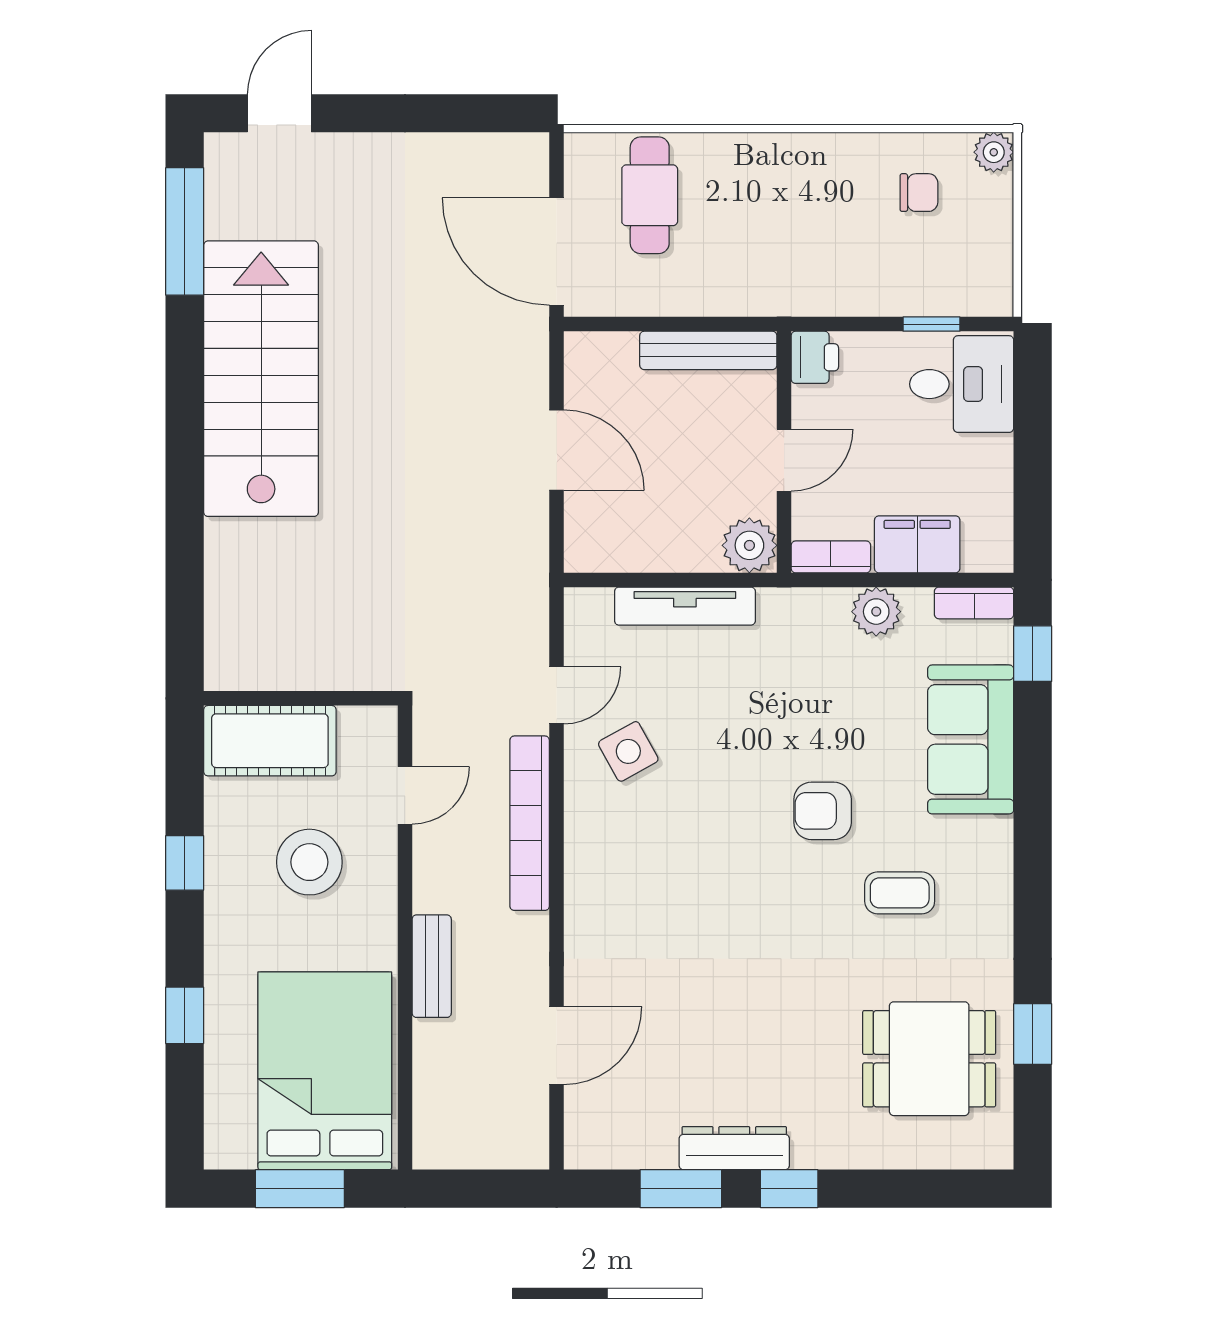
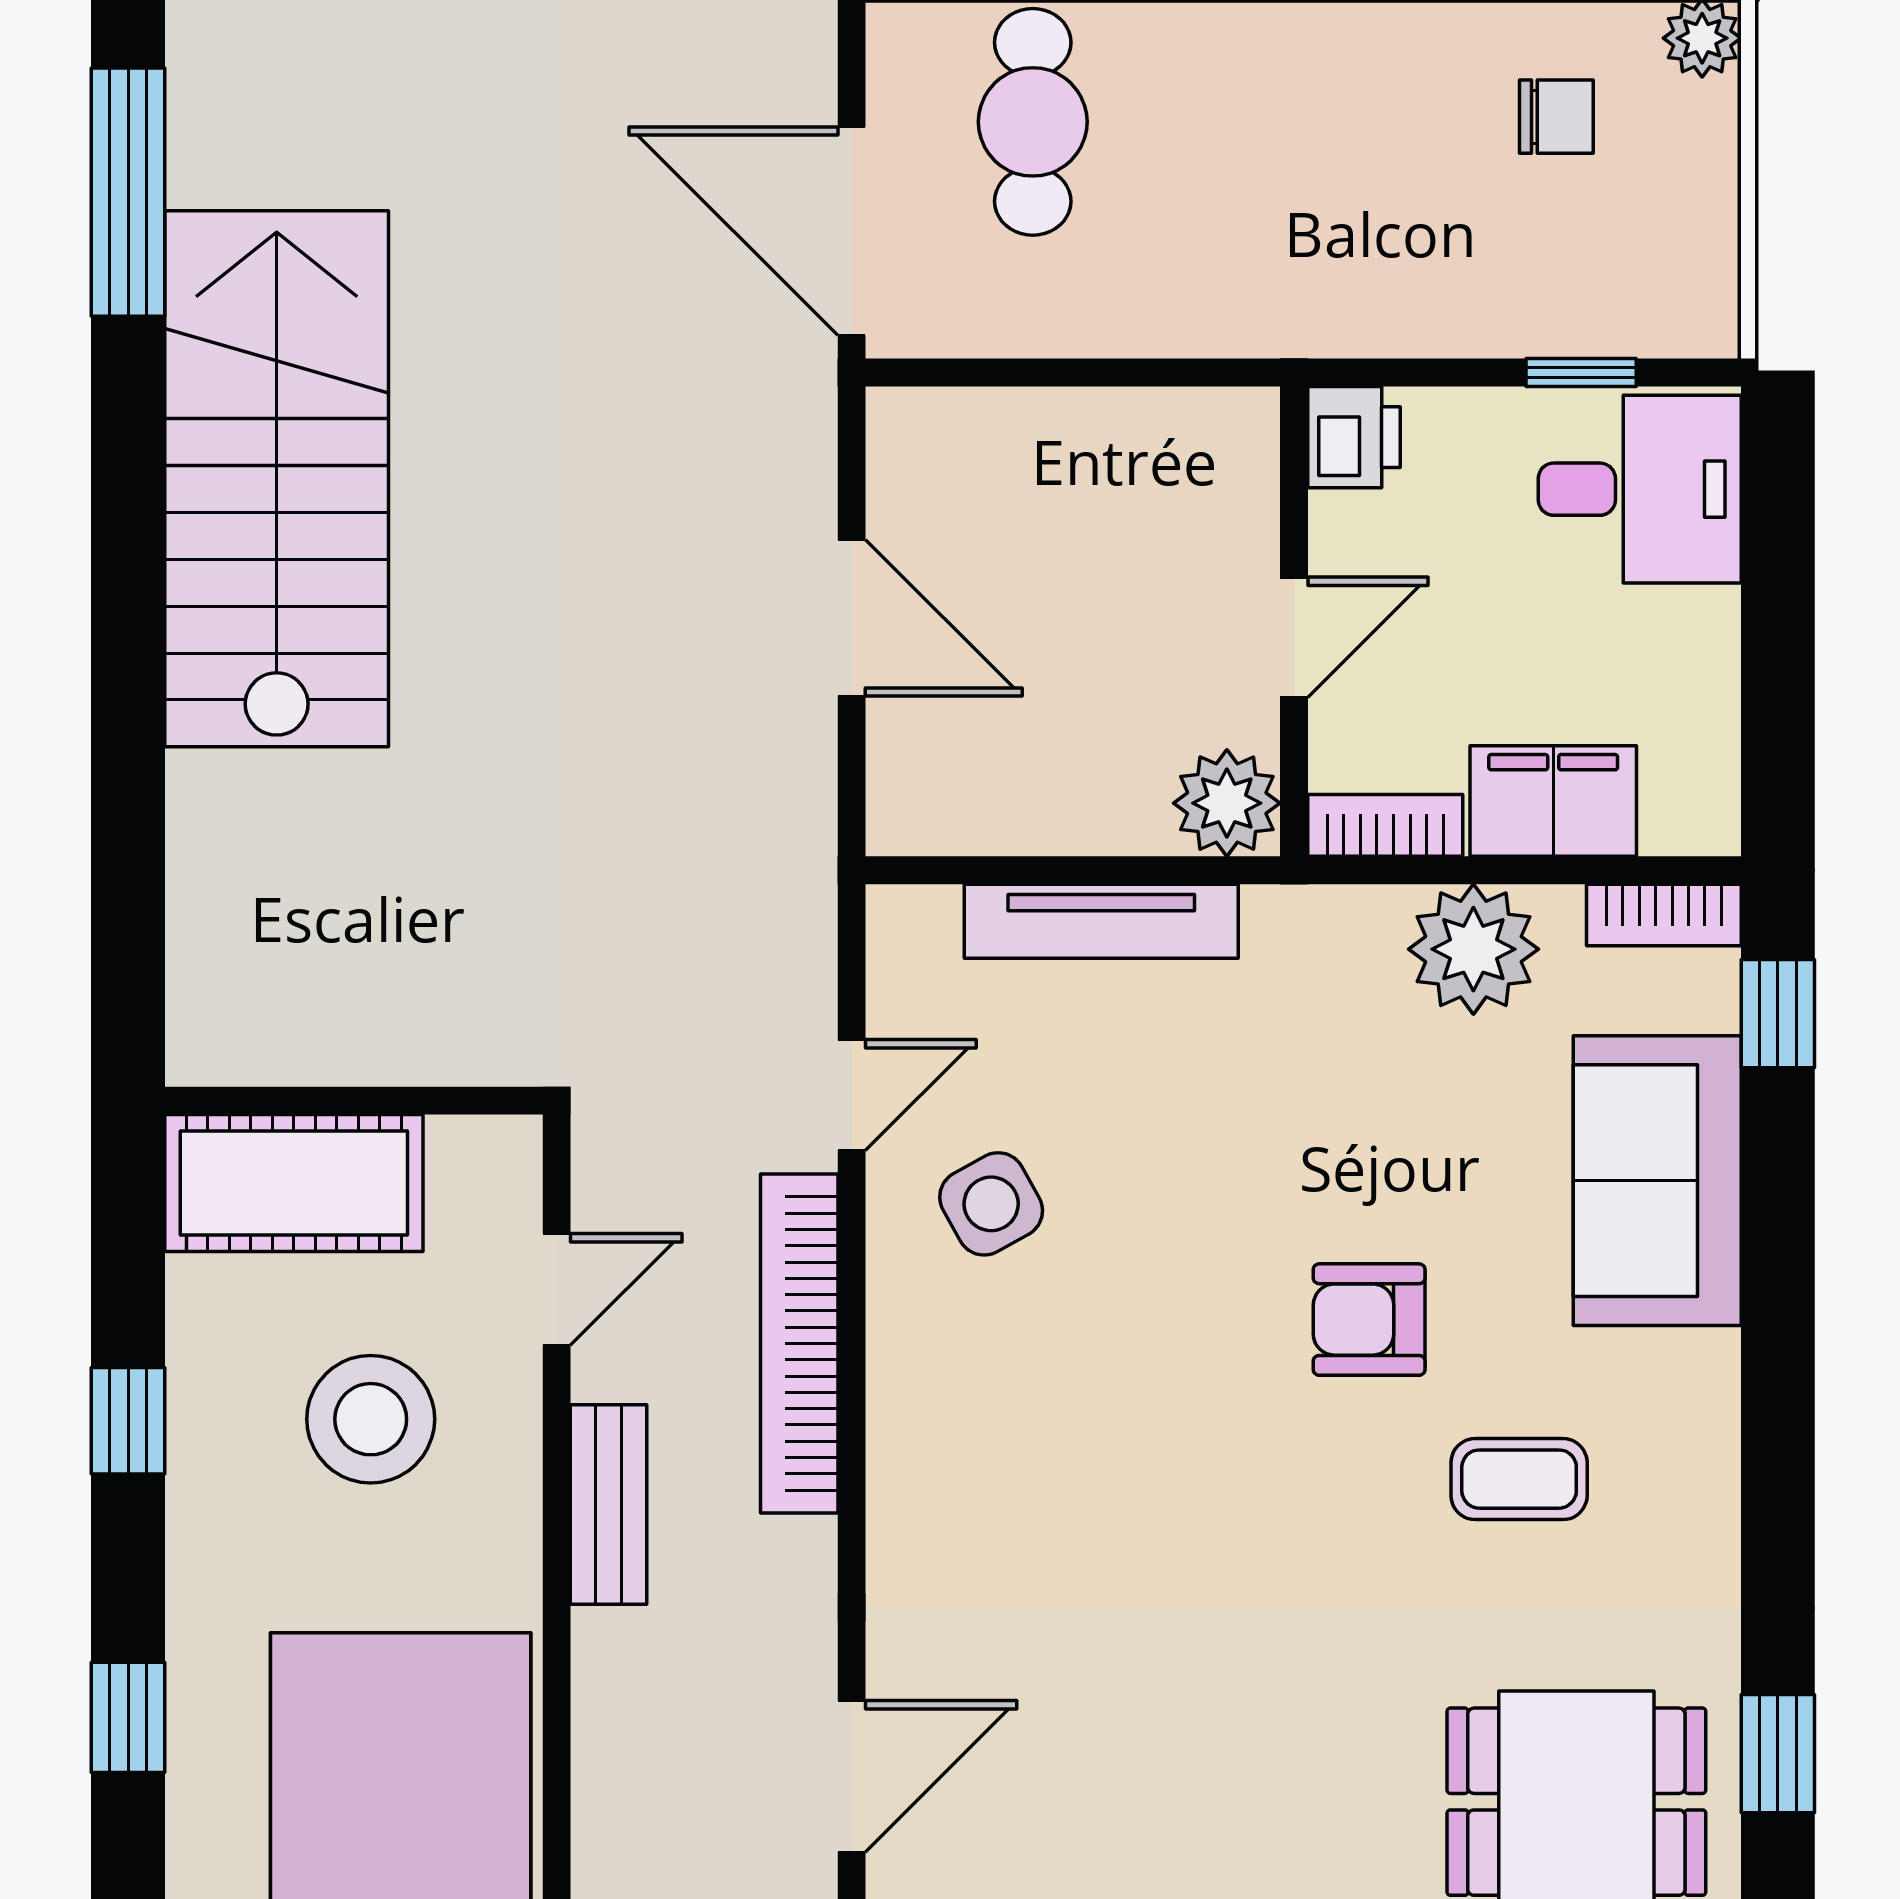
bench: (708, 350) -> (1147, 424), removed
plant: (876, 612) -> (1473, 949), width x1.36, depth x1.36
bench: (432, 966) -> (609, 1505), moved

